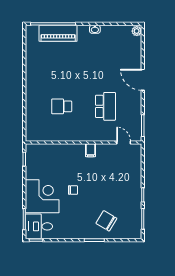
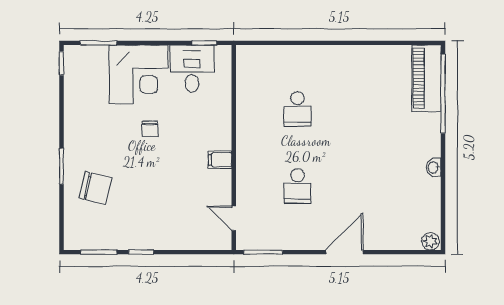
piano: (58, 33) -> (426, 78), moved
school desk: (62, 106) -> (297, 109), turned 180
school desk: (105, 106) -> (297, 186), width x0.54
door: (124, 142) -> (234, 218), swing flipped
chair: (106, 221) -> (96, 188), turned 72
desk: (39, 226) -> (192, 69), moved

